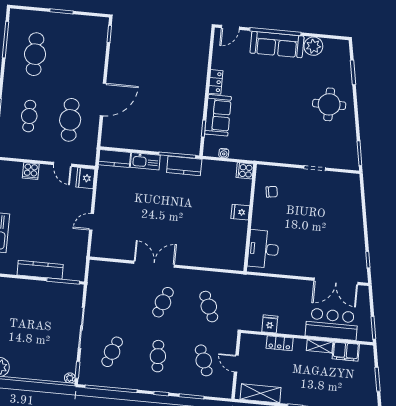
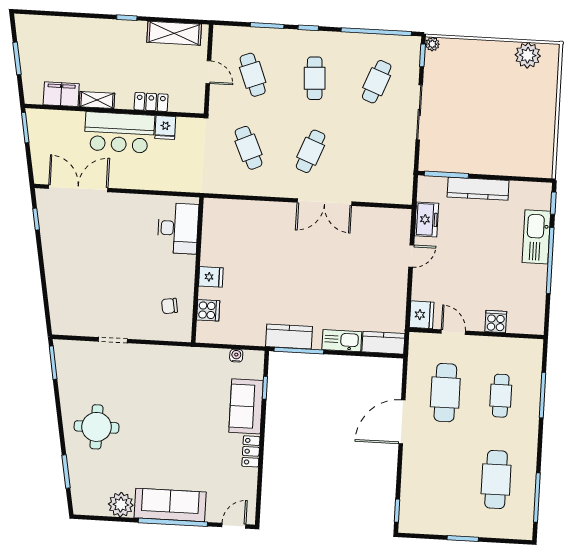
cooker: (245, 171) -> (208, 310), moved
freezer: (79, 248) -> (427, 219), added
bar counter: (332, 324) -> (119, 132), moved

